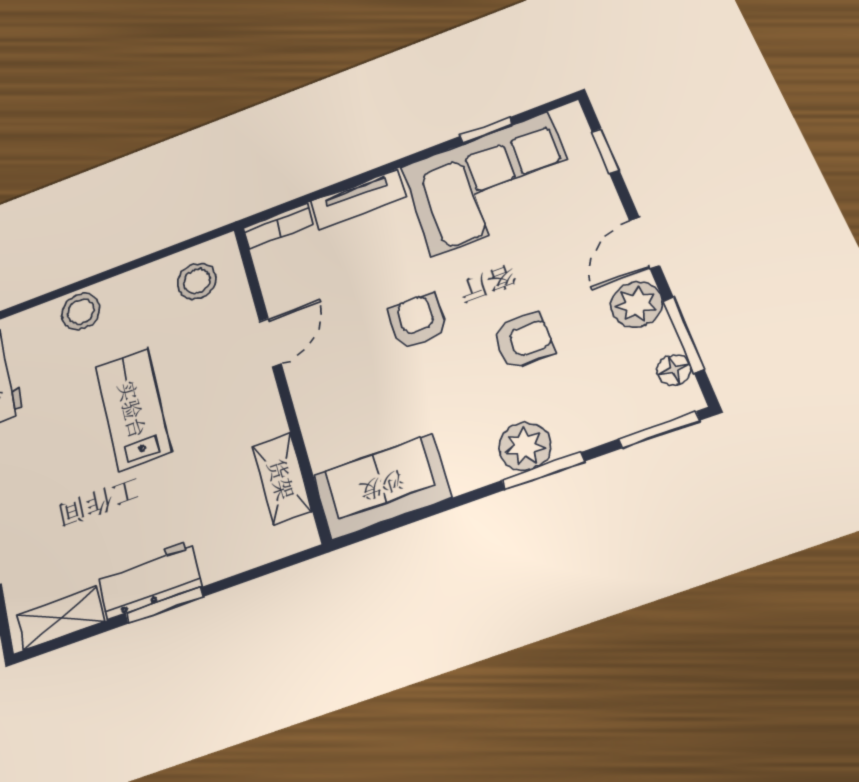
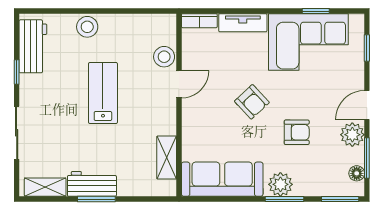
stool: (197, 281) -> (164, 57), moved
armchair: (418, 321) -> (252, 102), turned 137
sofa: (382, 487) -> (222, 179), width x1.36

